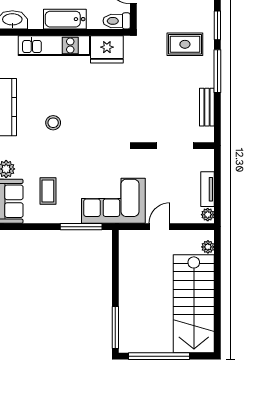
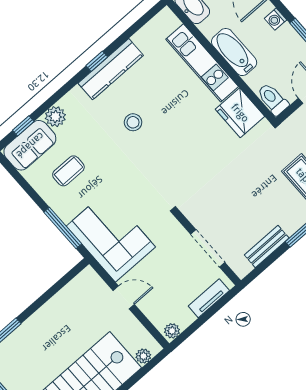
tv unit: (208, 189) -> (209, 298), moved

